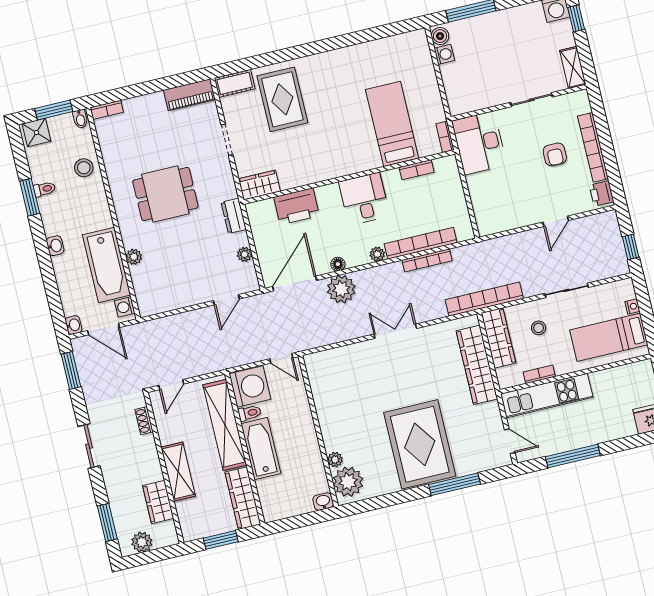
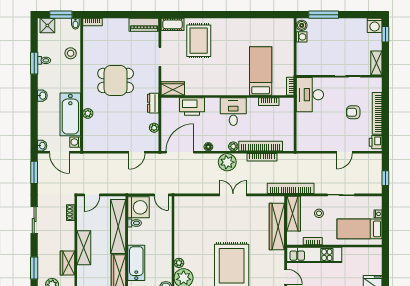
armchair: (555, 154) -> (353, 112), turned 90
plant: (341, 289) -> (227, 162), moved
bathtub: (261, 449) -> (136, 263), moved

